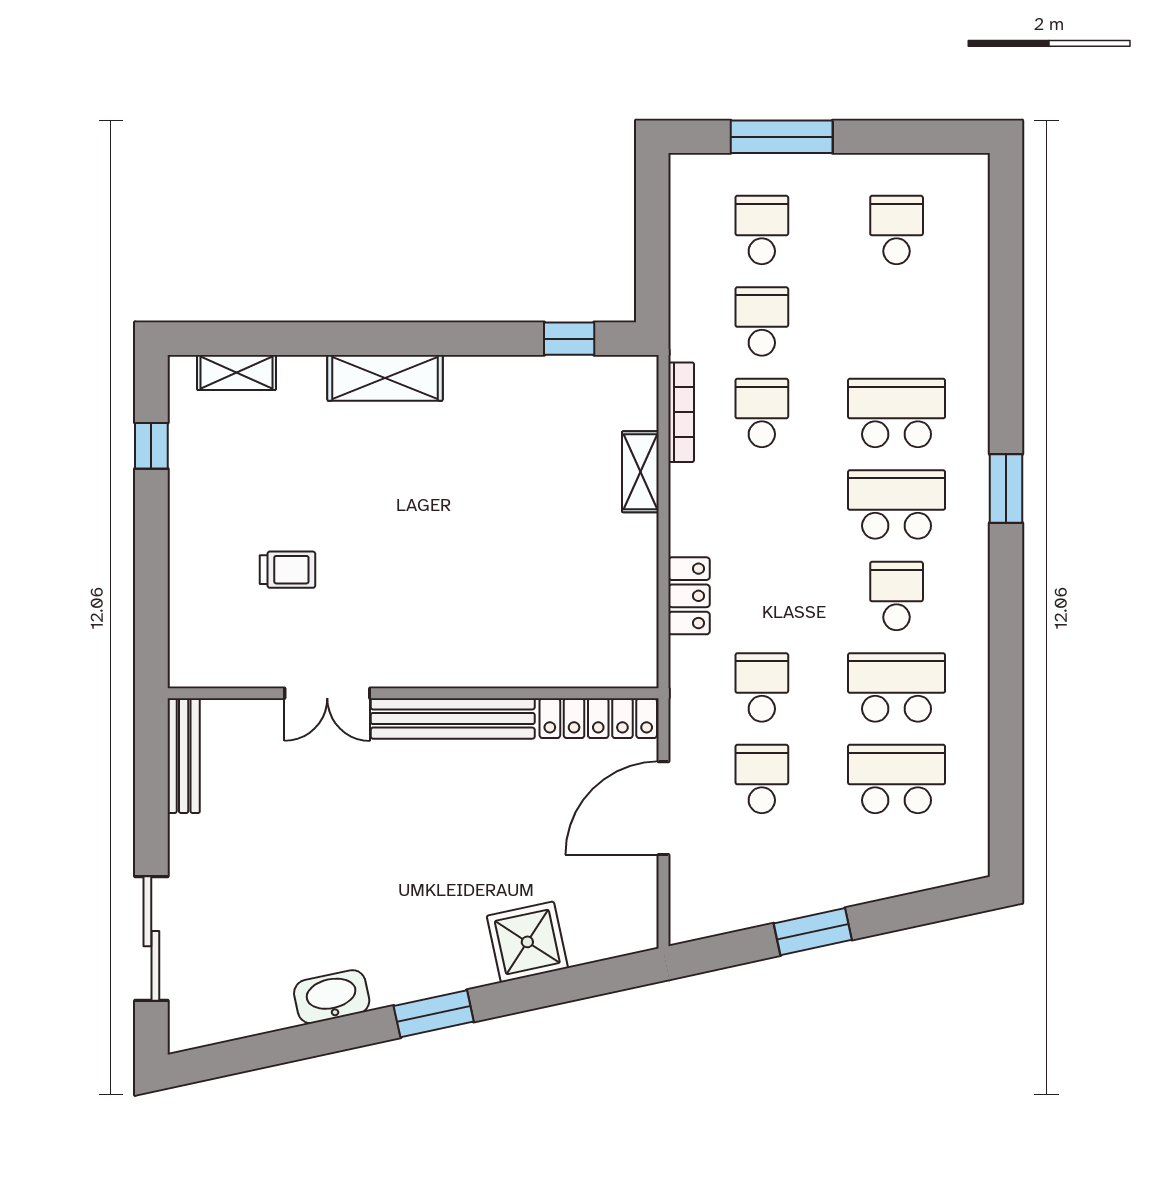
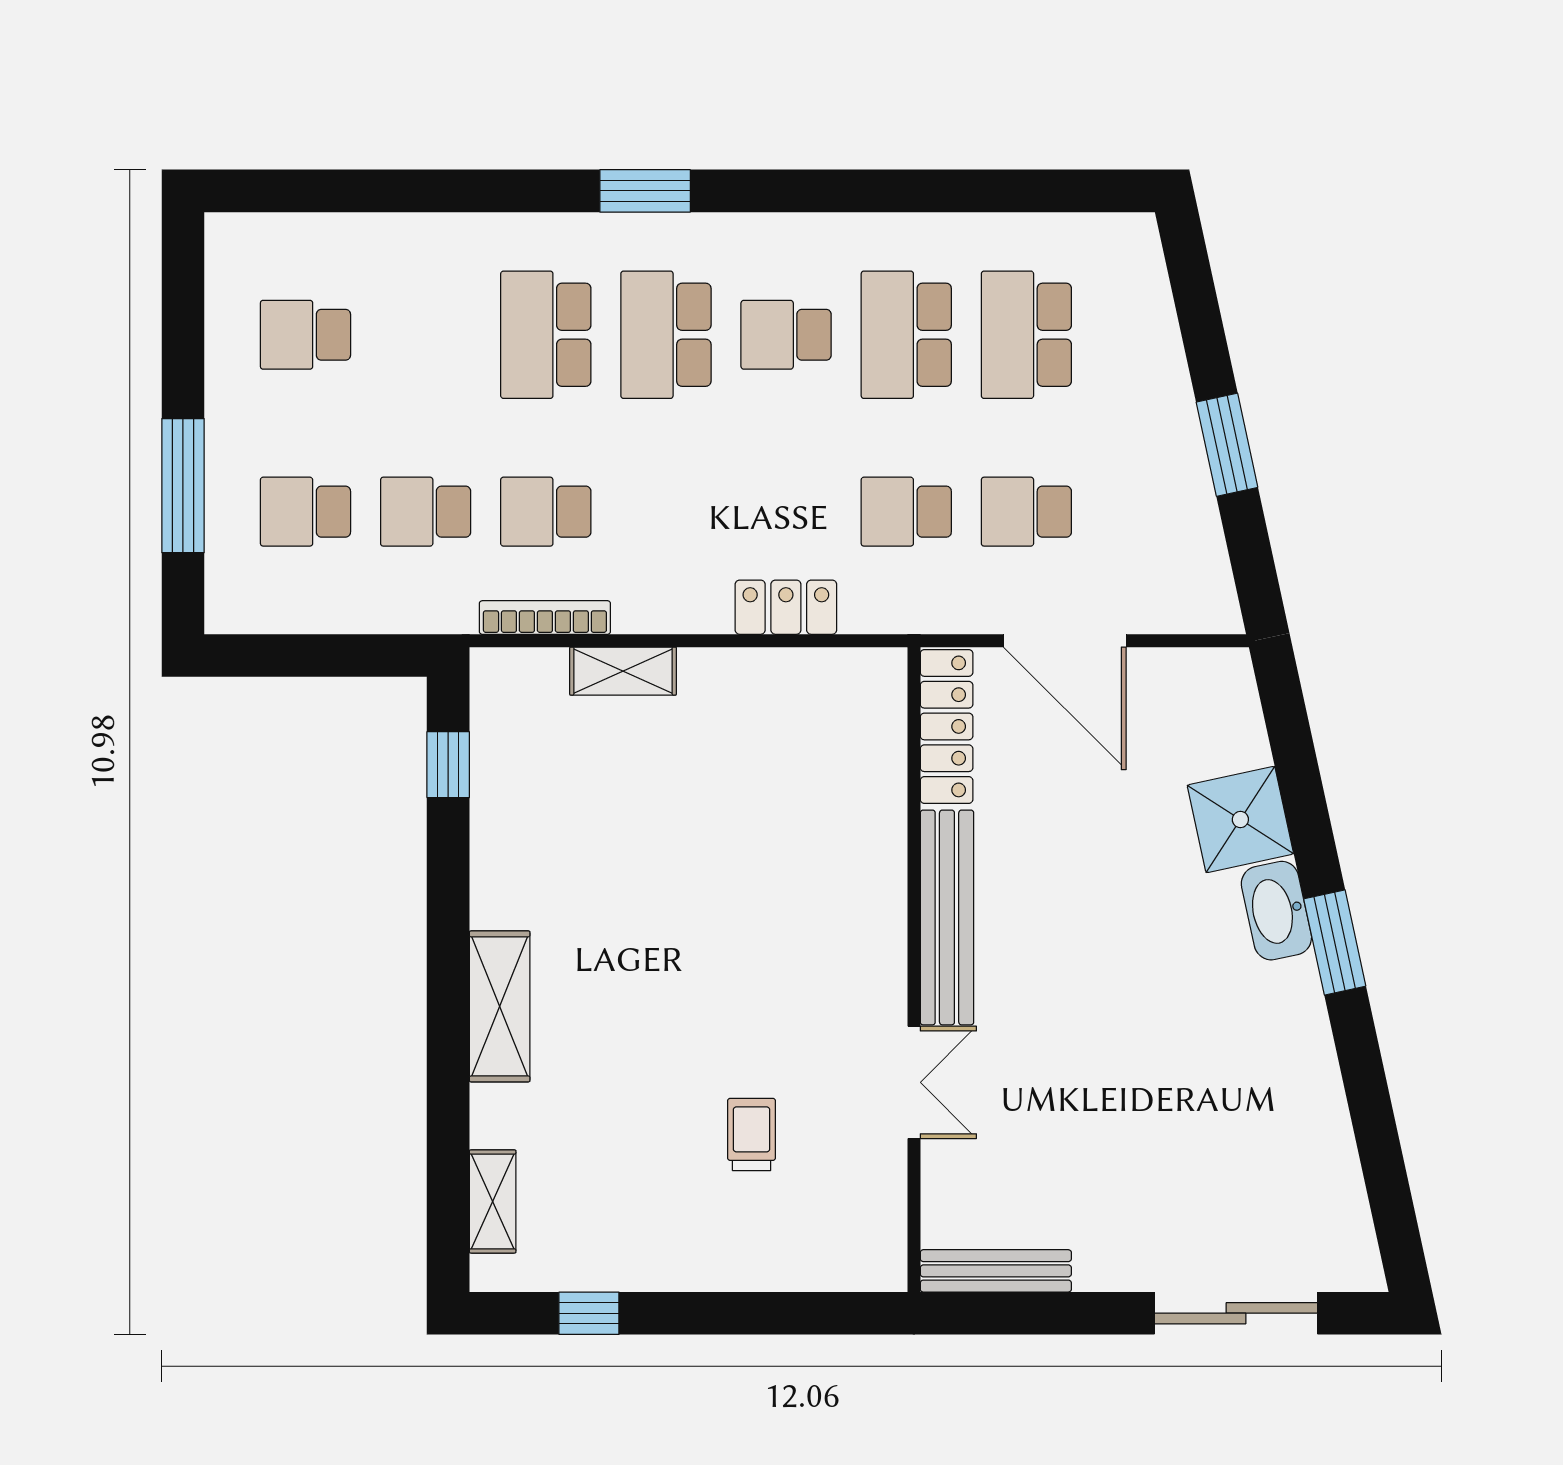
washbasin: (332, 997) -> (1276, 911), moved

